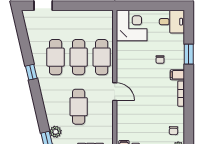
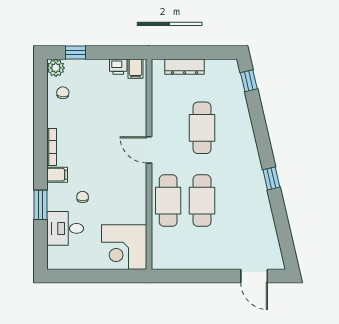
desk: (172, 22) -> (65, 228), moved
cafe table: (56, 57) -> (236, 201), removed
plant: (56, 132) -> (236, 91), removed

